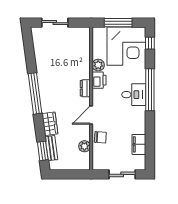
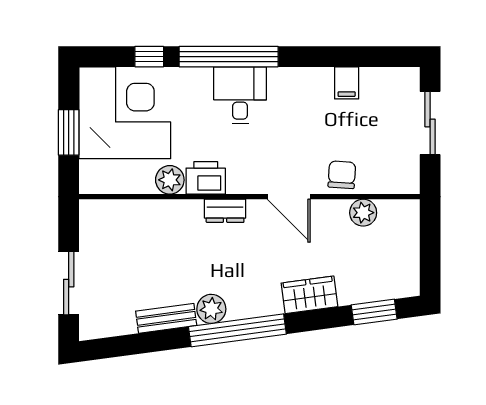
window: (118, 23) -> (69, 132), width x0.69
window: (150, 43) -> (149, 57), moved
plant: (44, 82) -> (211, 309), added
filing cabinet: (139, 144) -> (347, 83), width x0.50
bench: (51, 148) -> (166, 318), moved

